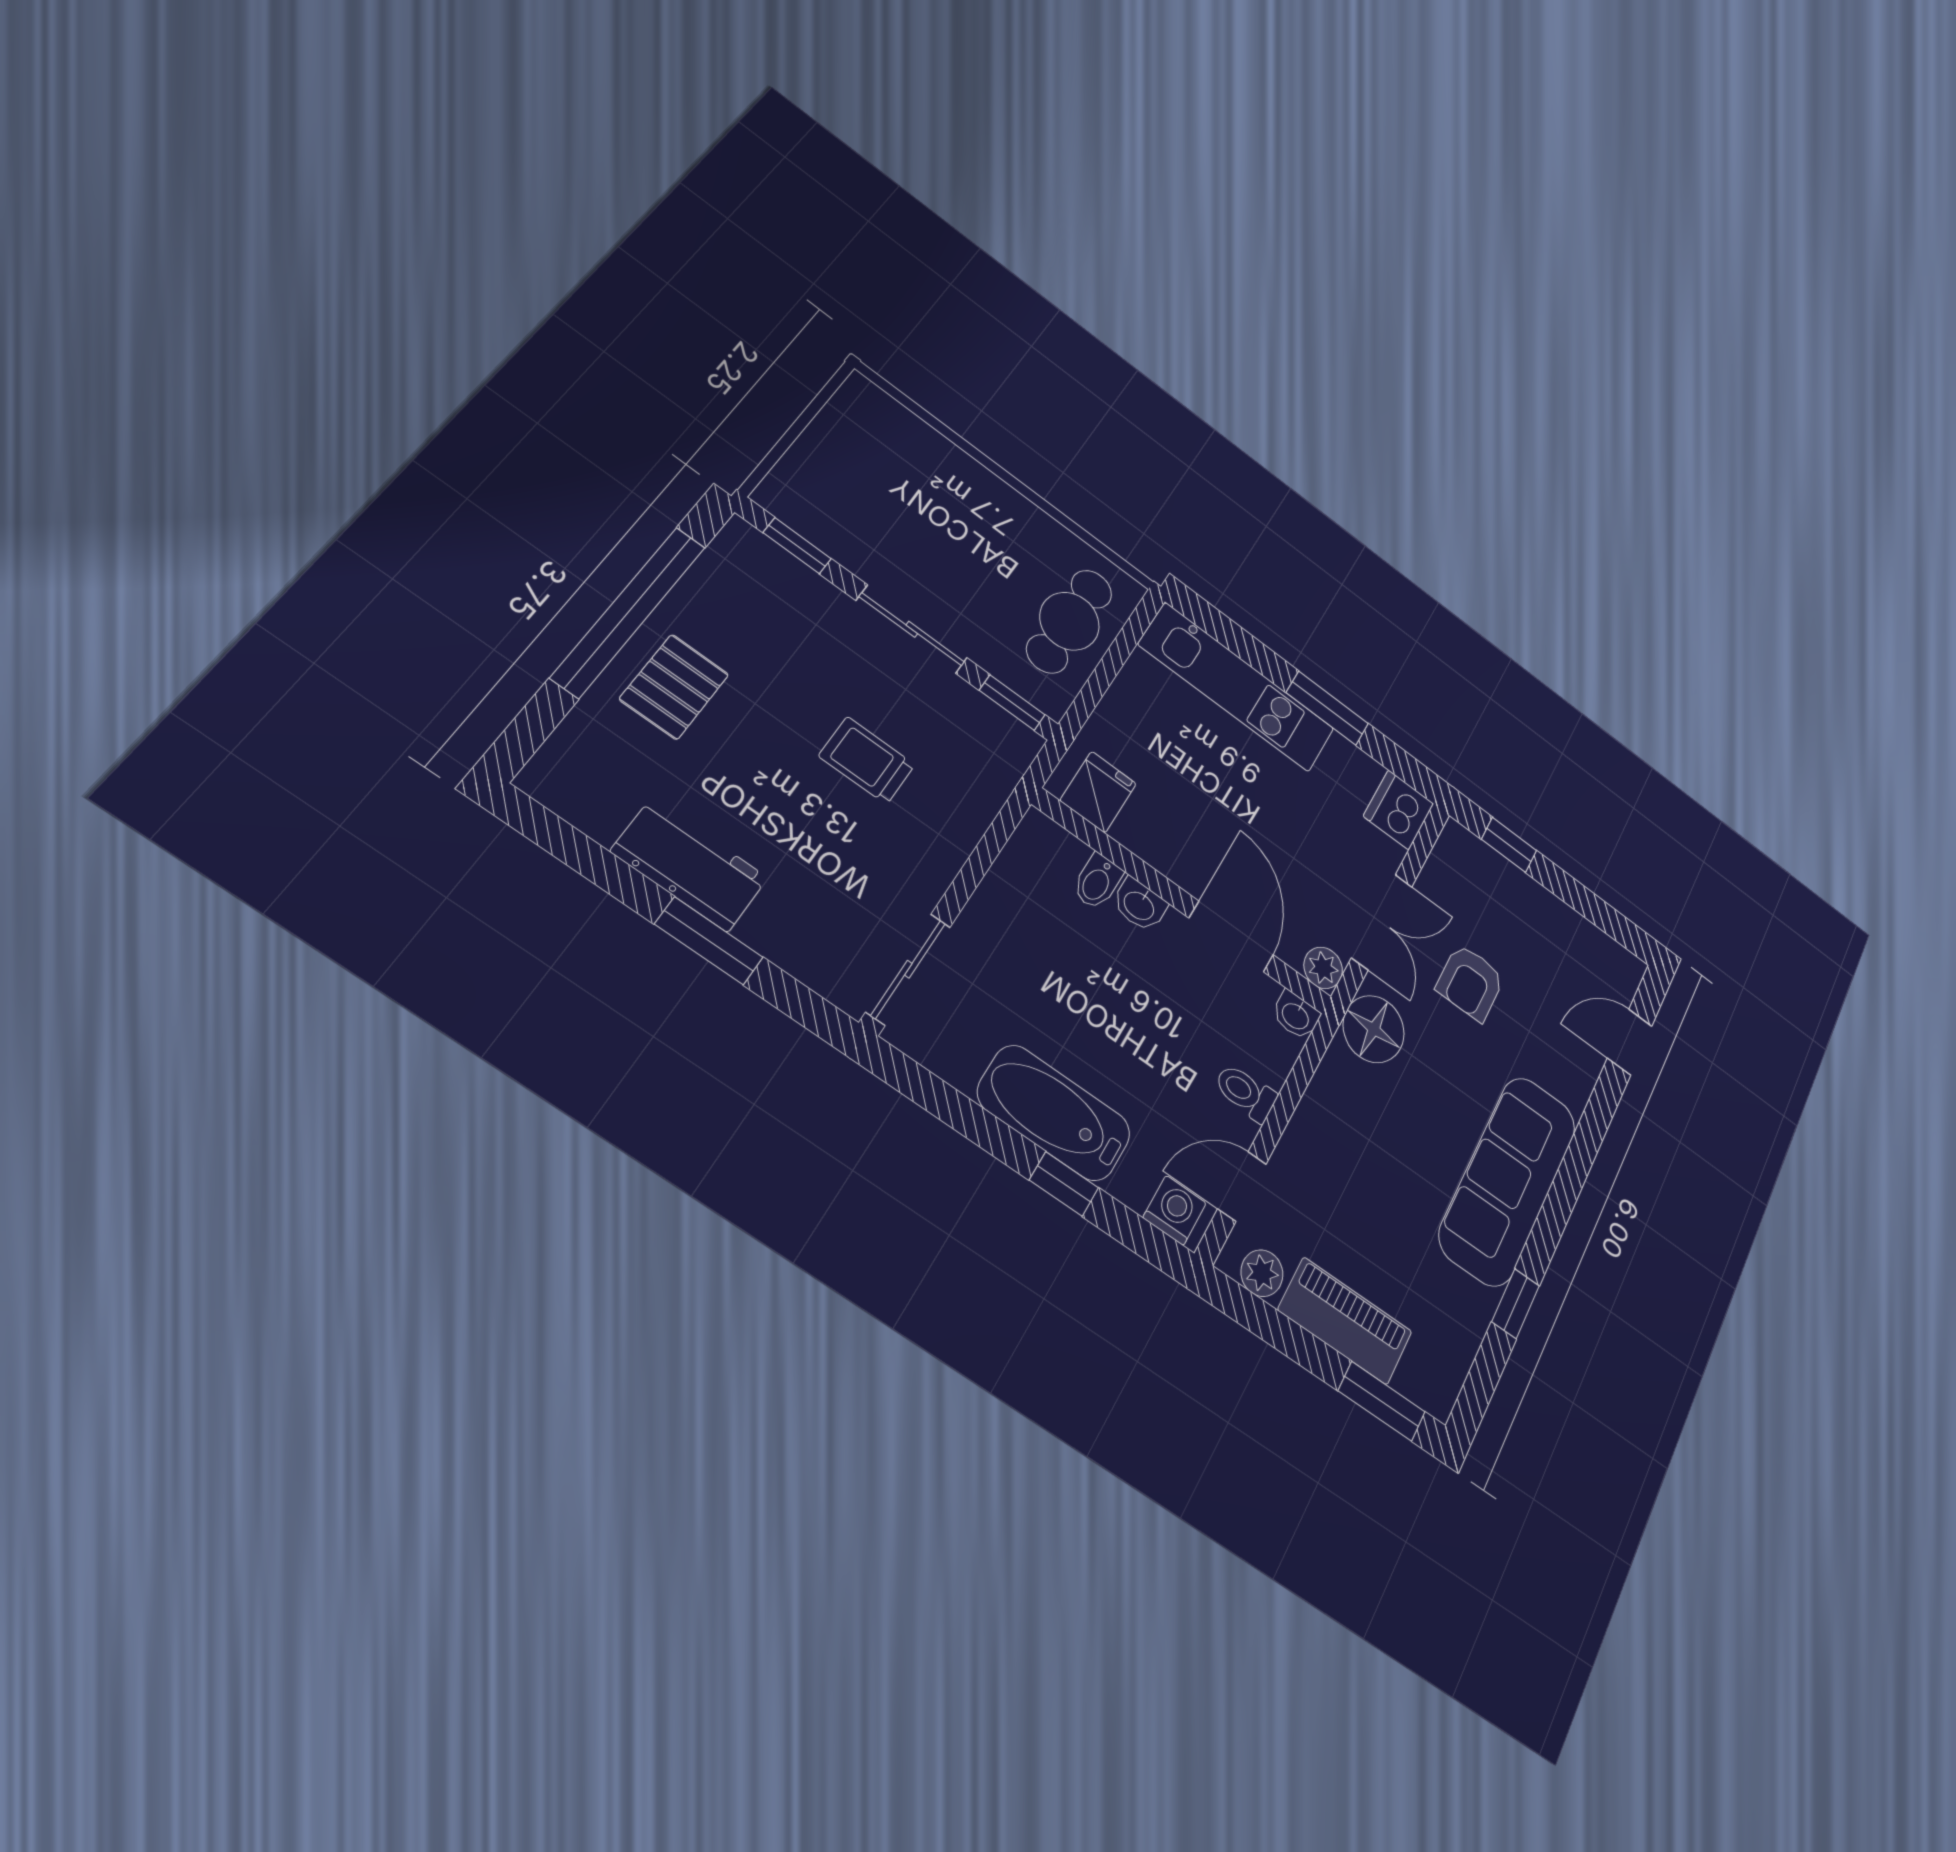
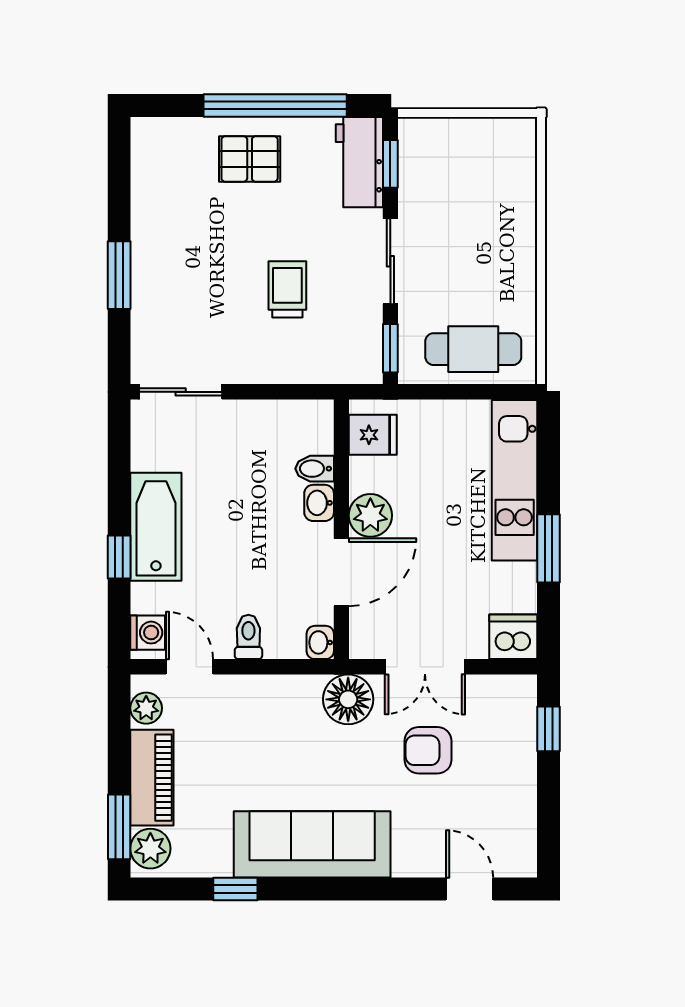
workbench: (690, 865) -> (359, 162), moved, turned 180
plant: (1323, 968) -> (370, 515), moved, width x1.38, depth x1.38
plant: (1424, 1378) -> (150, 849), added

